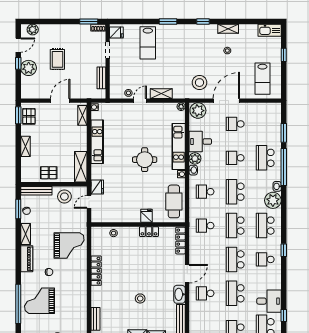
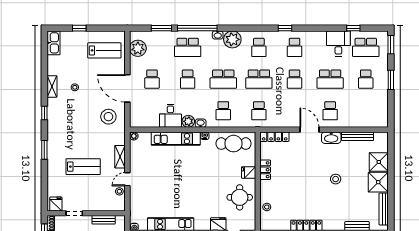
lab bench: (148, 43) -> (83, 167), moved
door: (140, 101) -> (127, 179), hinge flipped
plant: (198, 111) -> (138, 48), moved
round table: (145, 160) -> (240, 197), moved
school desk: (265, 226) -> (259, 47), width x0.54
school desk: (235, 259) -> (295, 79), width x0.54

